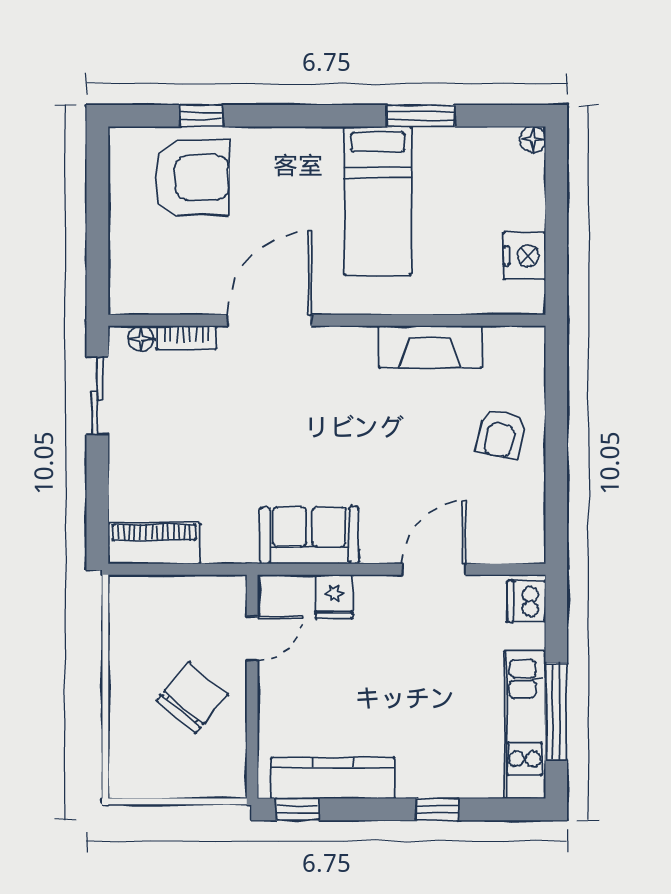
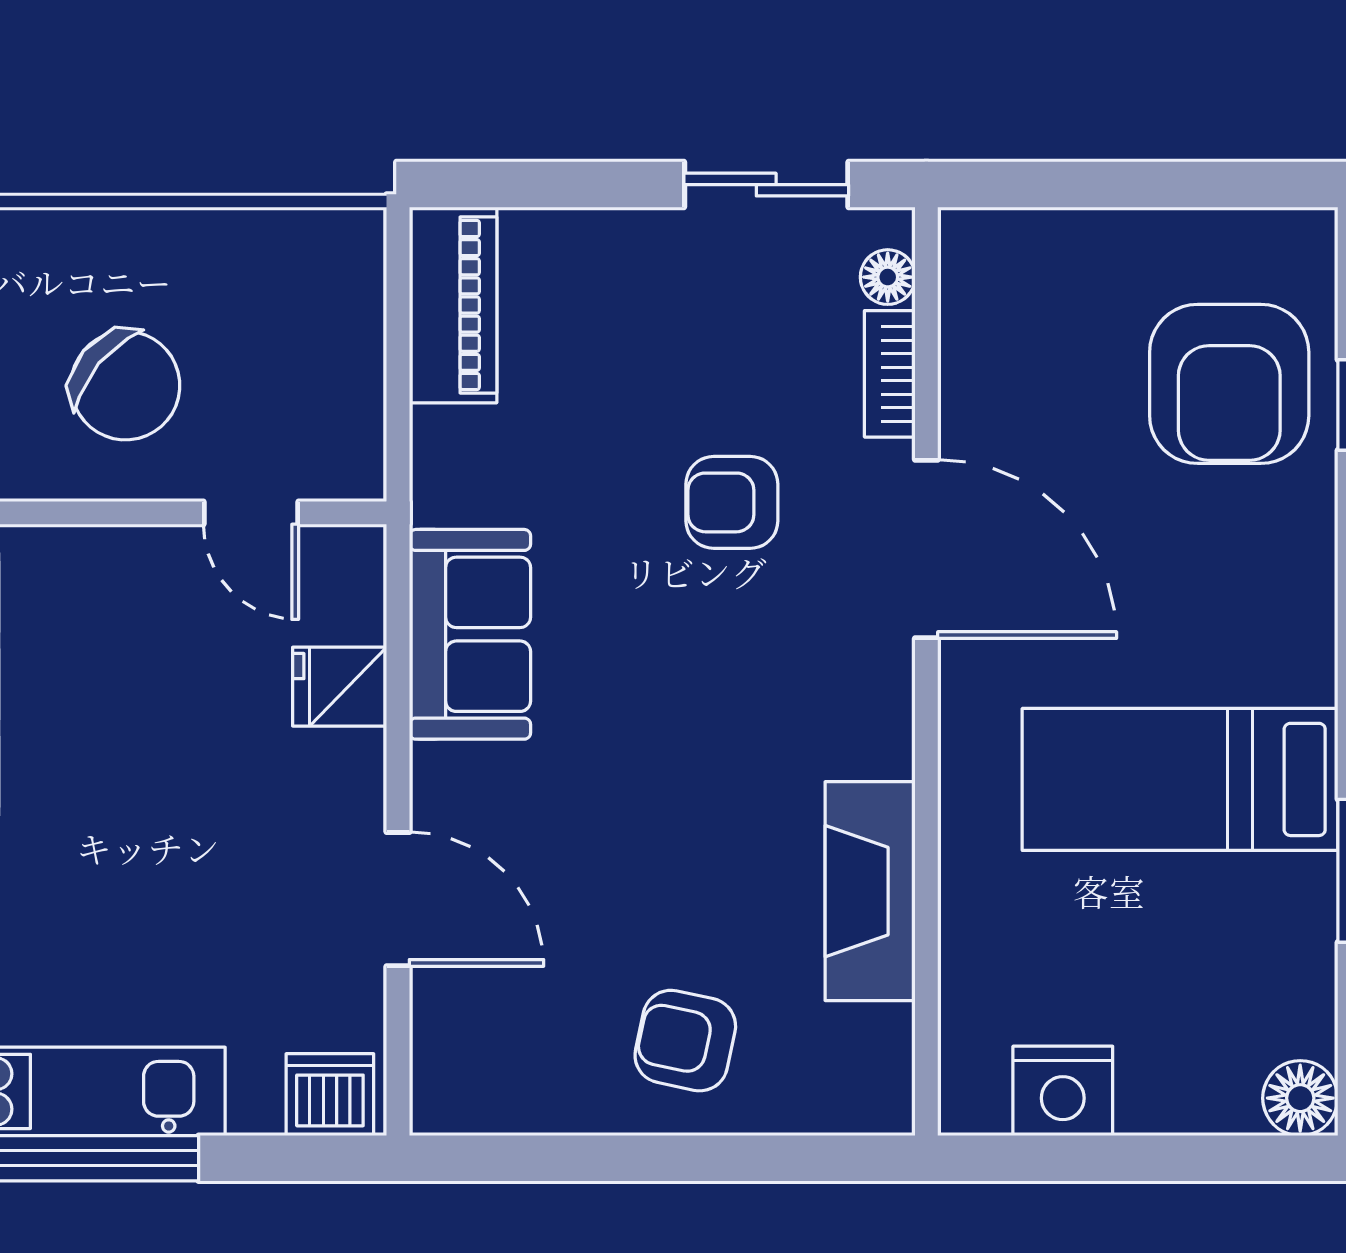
floor lamp: (533, 139) -> (1300, 1098), width x1.37, depth x1.37
armchair: (247, 412) -> (732, 502), added

